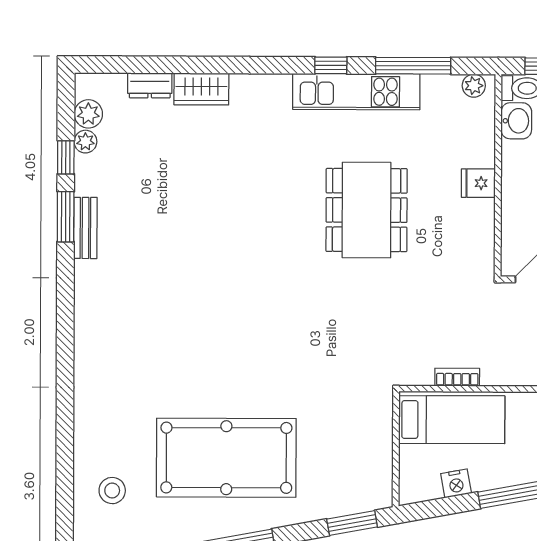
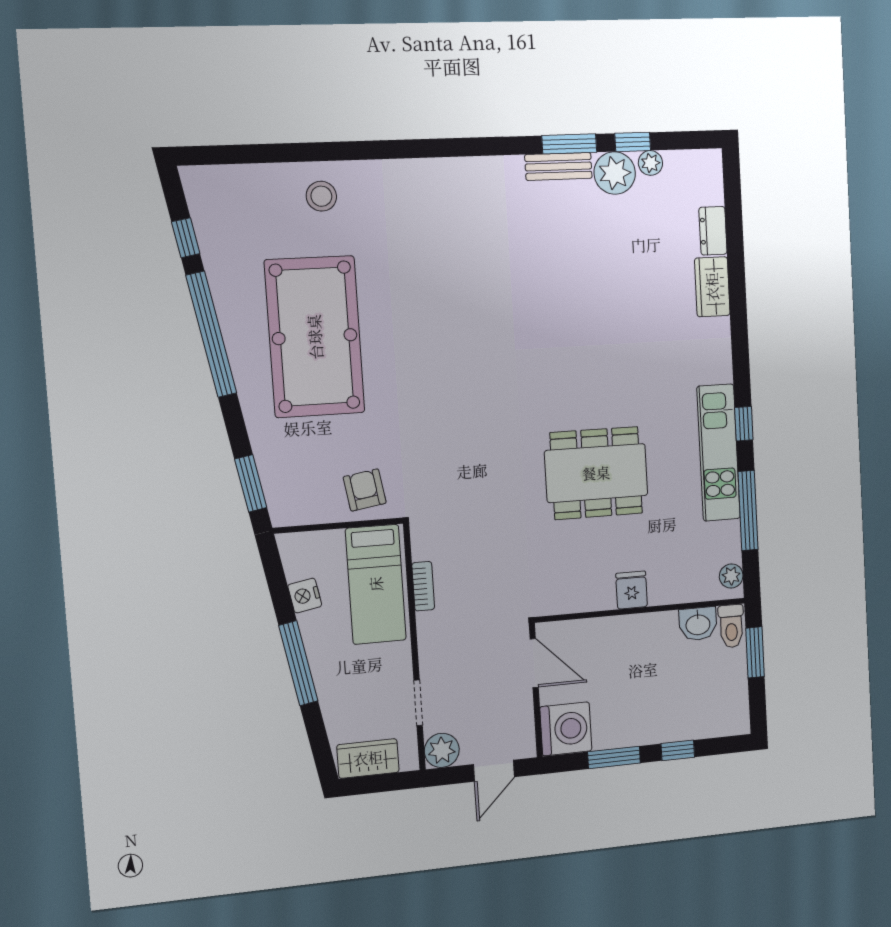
plant: (88, 114) -> (615, 173), moved, width x1.36, depth x1.36
armchair: (366, 424) -> (365, 490), added
stool: (112, 491) -> (321, 196), moved

